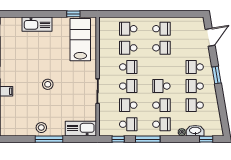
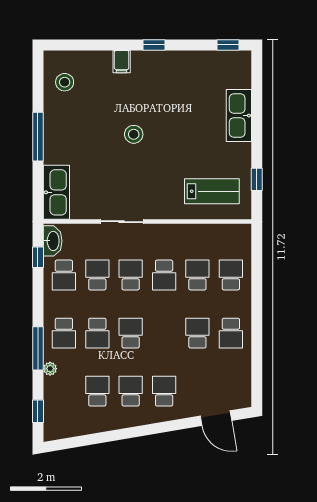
lab bench: (80, 40) -> (212, 191), width x0.73, depth x0.72
school desk: (161, 48) -> (197, 333), turned 180
window: (217, 75) -> (150, 429), removed
school desk: (128, 86) -> (131, 275), turned 180
stool: (41, 128) -> (65, 82), moved
washbasin: (195, 131) -> (53, 241), moved
window: (148, 139) -> (38, 348), moved

